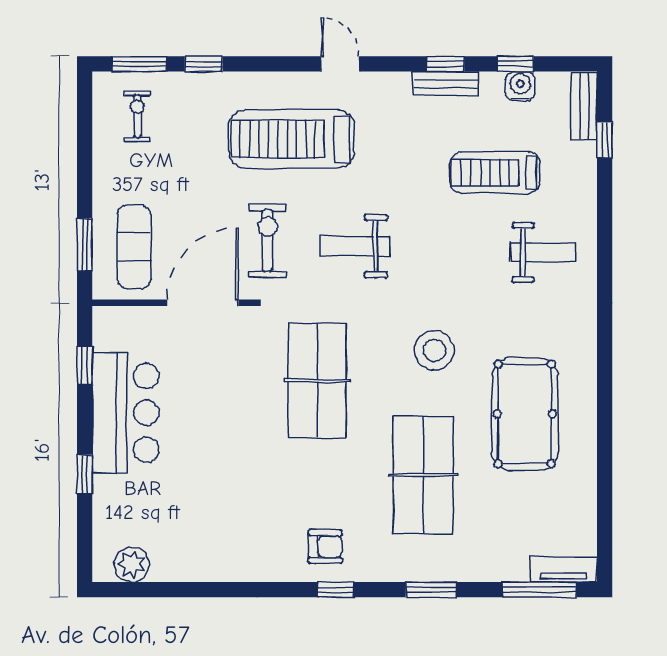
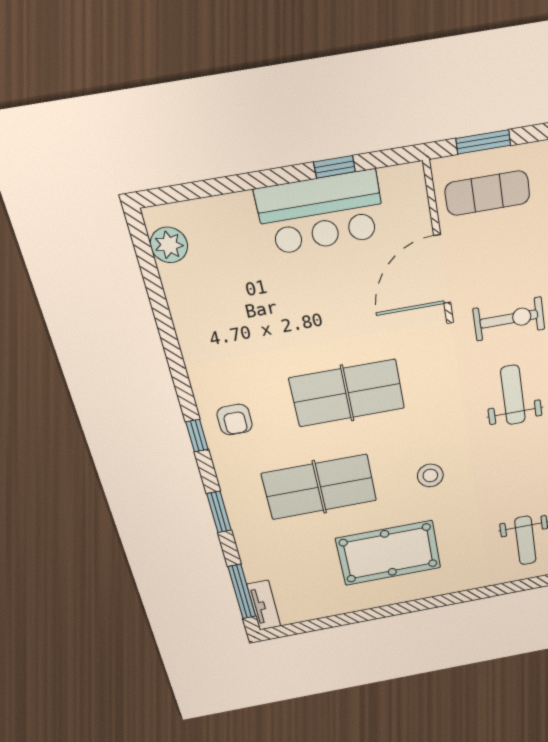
door: (203, 303) -> (442, 269), swing flipped
stool: (434, 350) -> (430, 475), width x0.73, depth x0.73
window: (85, 366) -> (335, 167), moved
table tennis table: (317, 381) -> (347, 393), moved
window: (85, 474) -> (250, 181), removed

